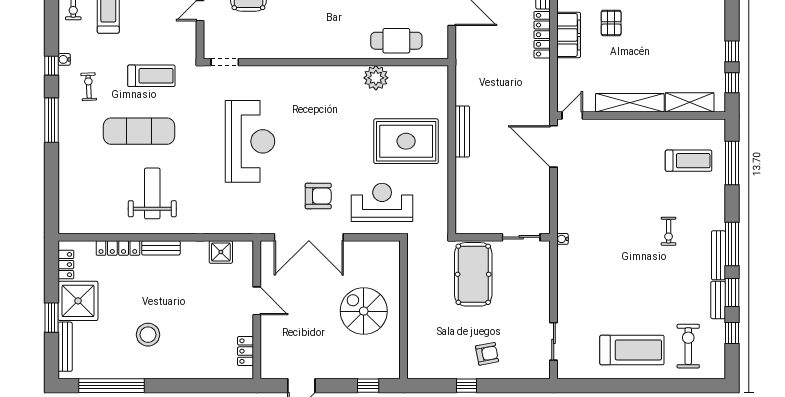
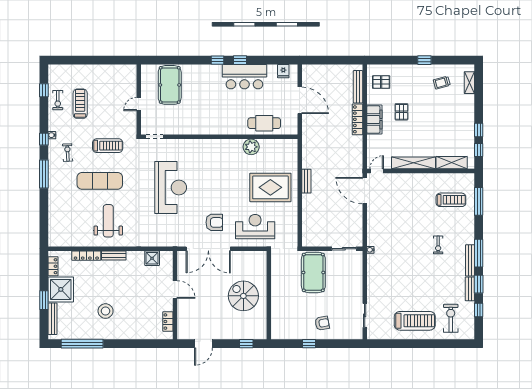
bench: (462, 131) -> (306, 181), width x0.73

